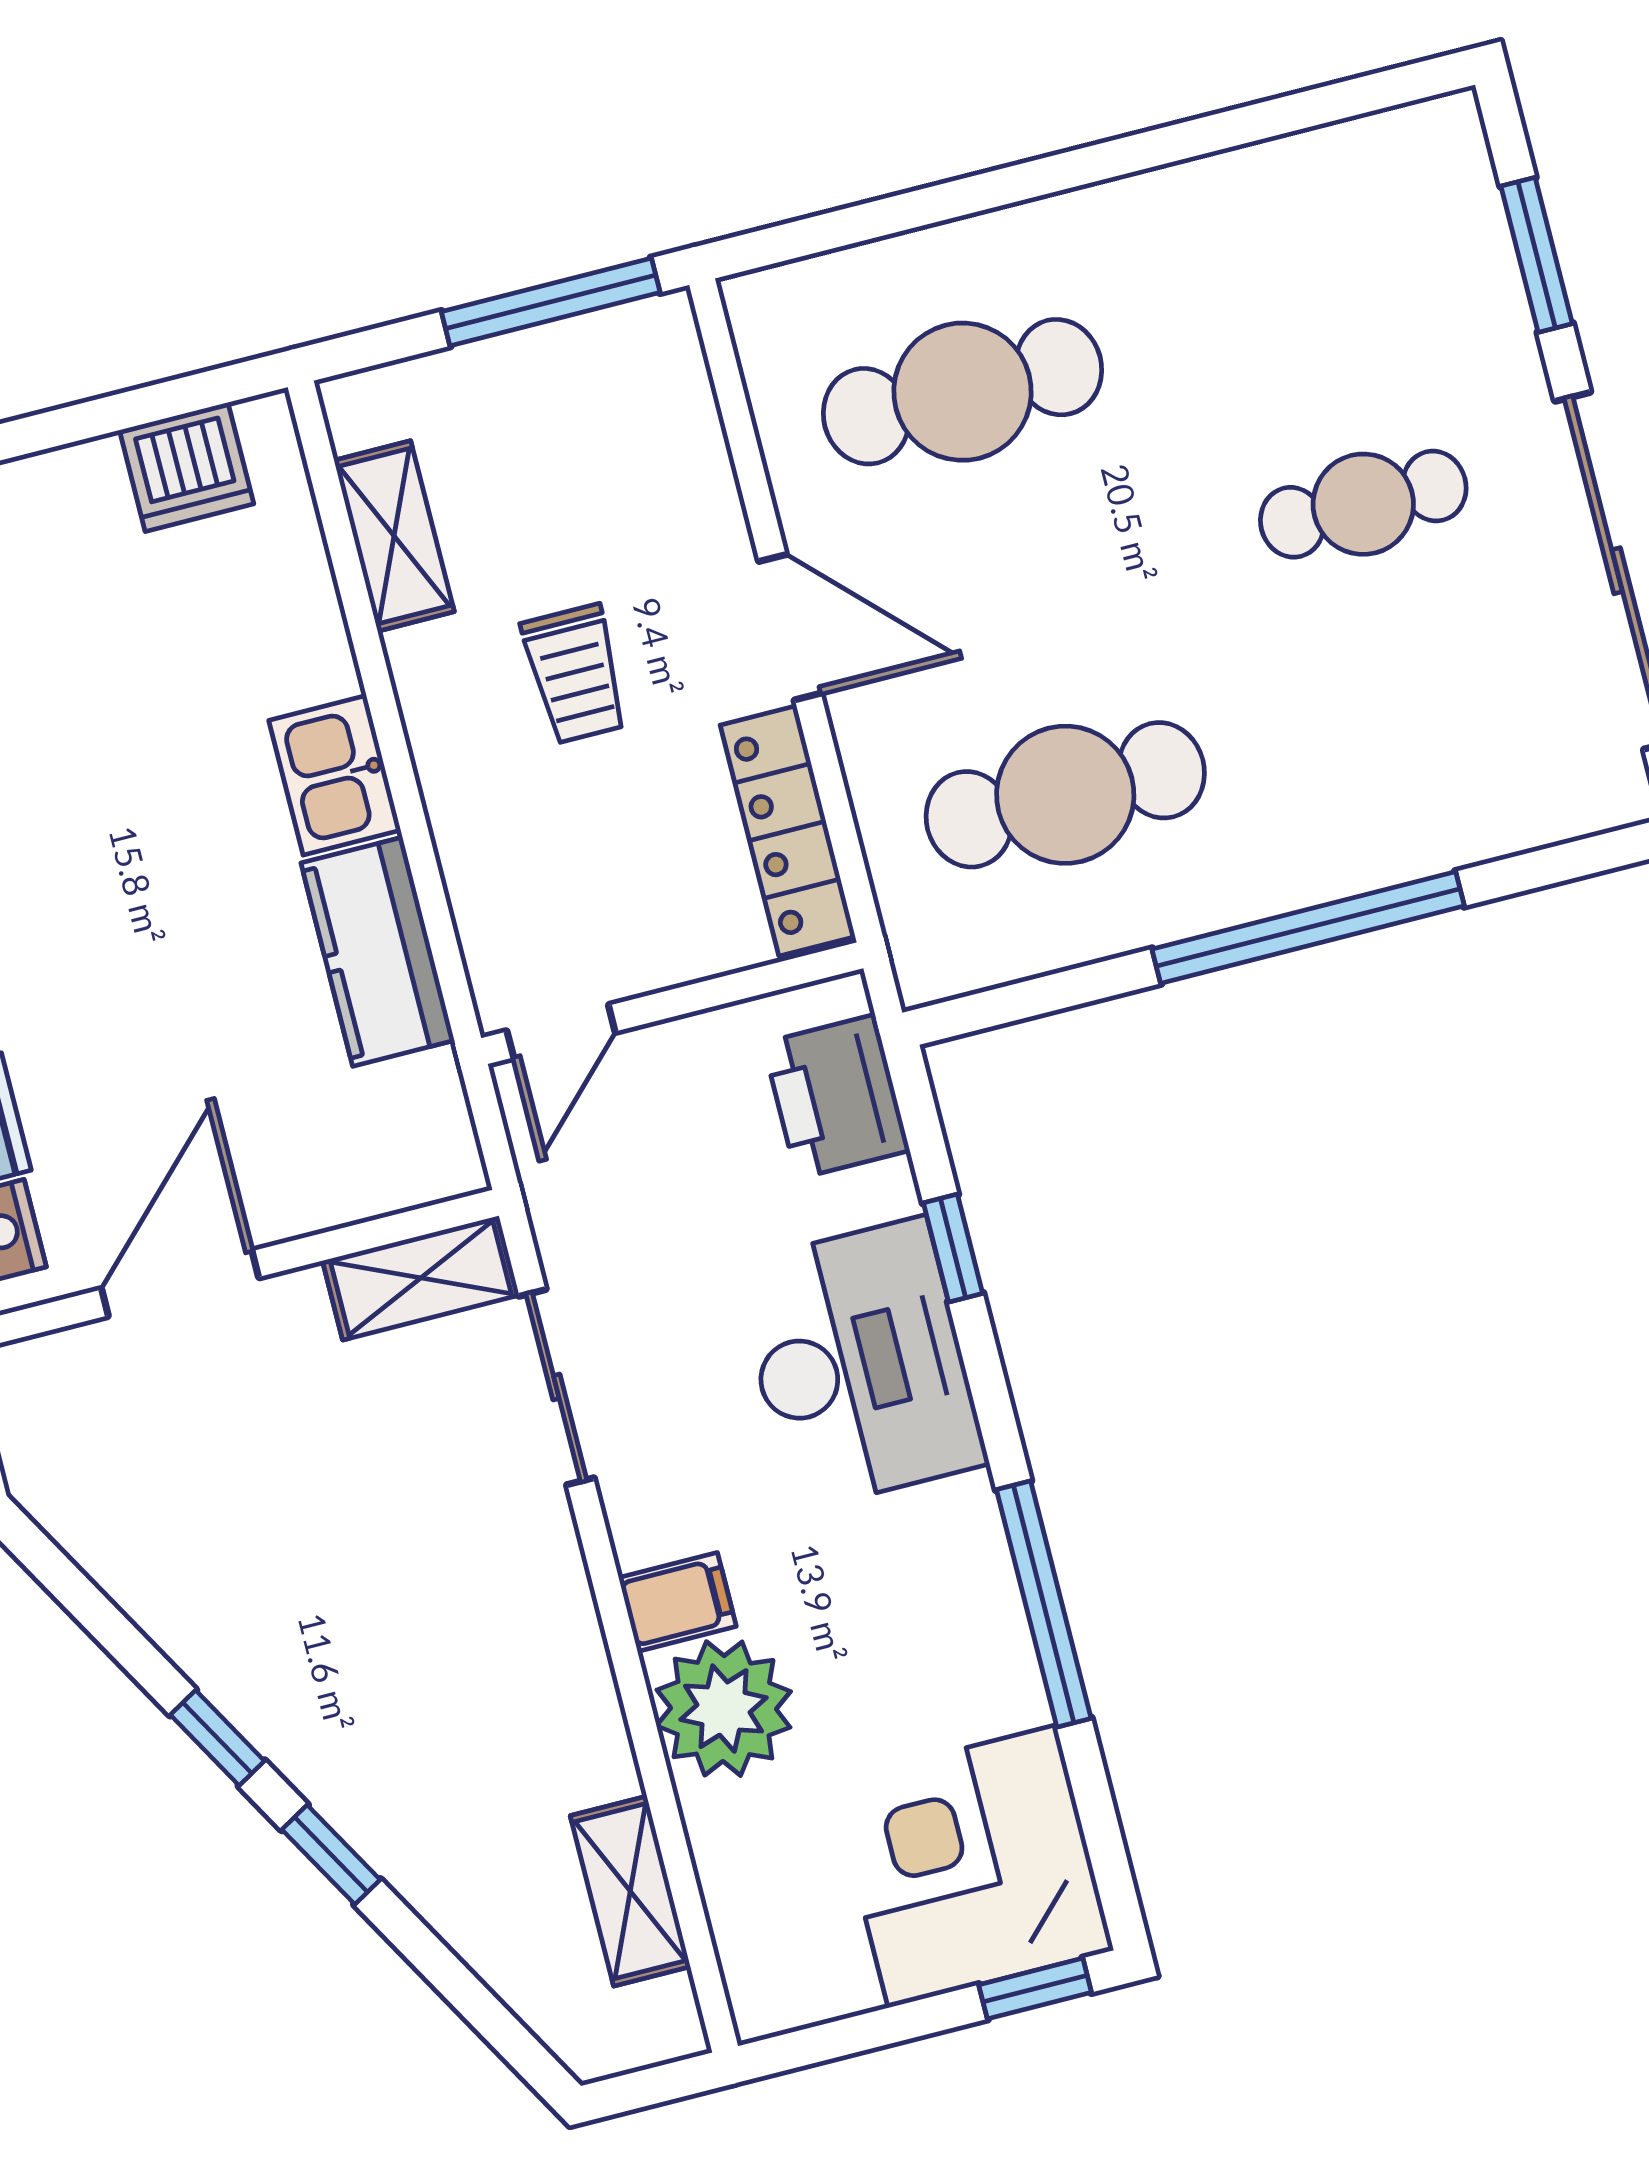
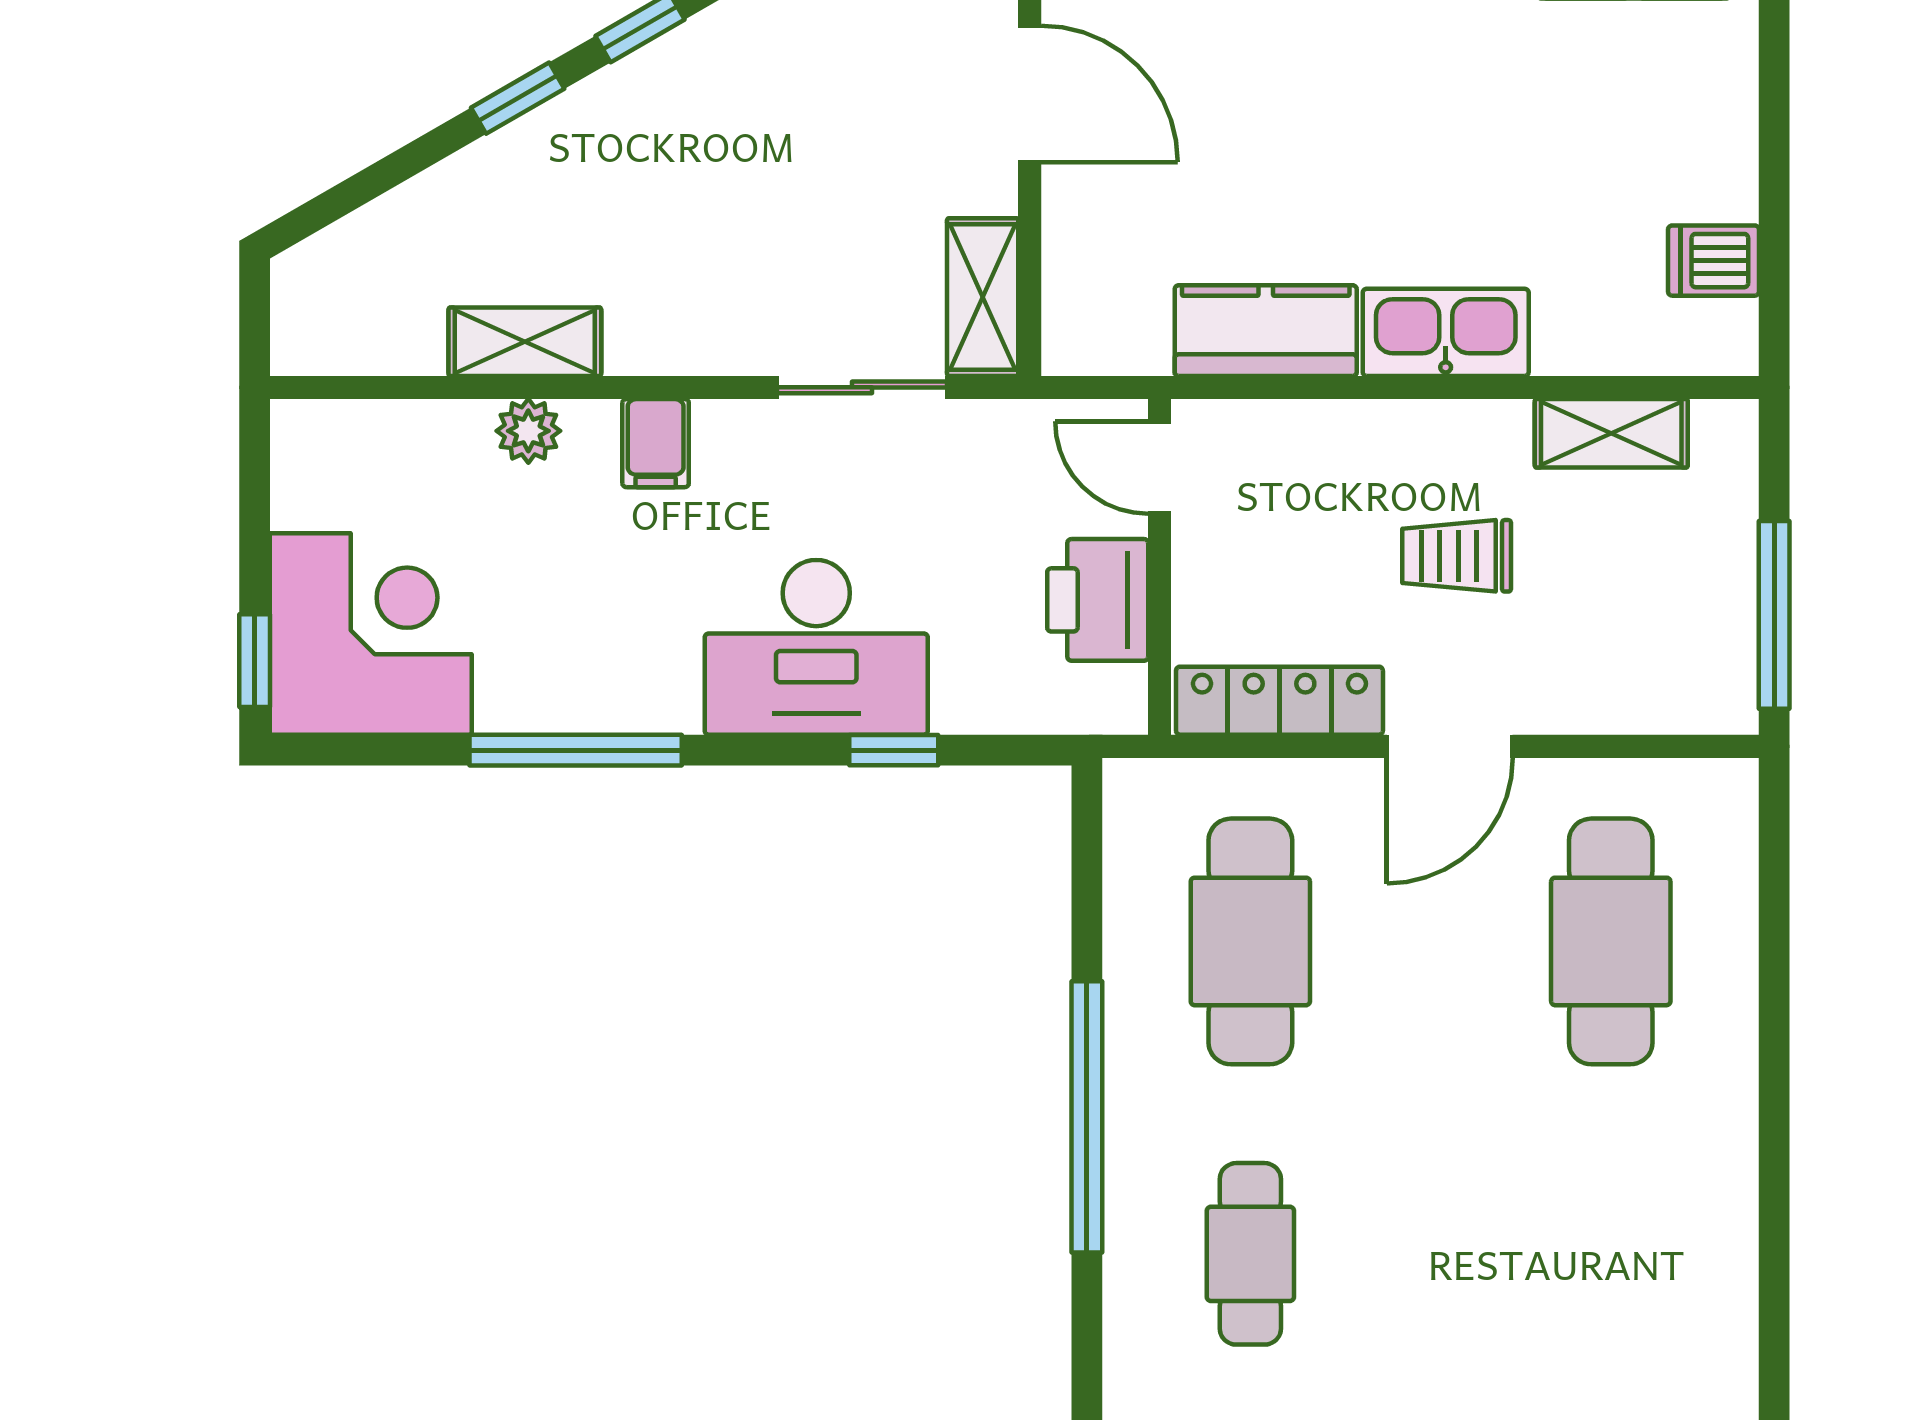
dishwasher: (187, 467) -> (1714, 261), width x0.73
cafe table: (1363, 504) -> (1250, 1254), moved
kitchen sink: (335, 775) -> (1446, 332), width x1.38
printer: (836, 1097) -> (1098, 600), moved, turned -90
plant: (723, 1709) -> (528, 431), width x0.53, depth x0.53
shelving: (630, 1891) -> (525, 342), moved

